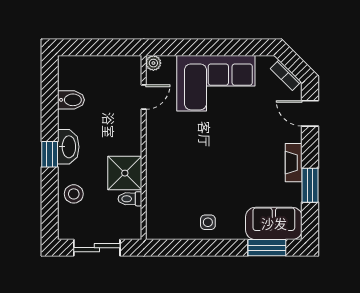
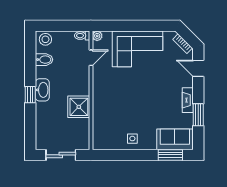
stool: (74, 194) -> (45, 39), moved
toilet: (130, 199) -> (82, 36), moved

